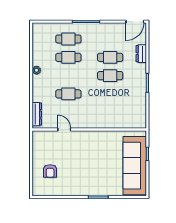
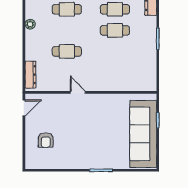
door: (64, 130) -> (78, 92), moved
door: (31, 143) -> (24, 108), added

